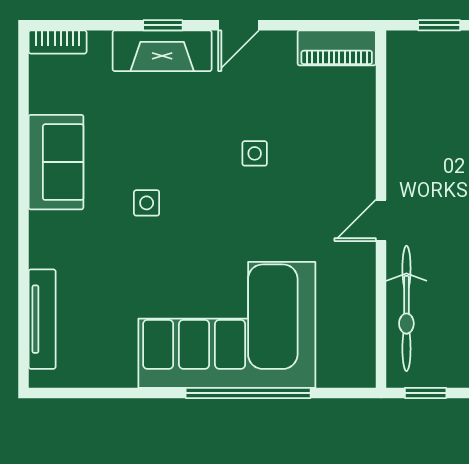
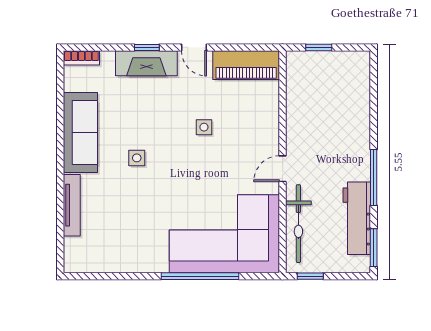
door: (239, 25) -> (194, 47), hinge flipped
piano: (337, 48) -> (246, 65), width x1.37, depth x1.33
sofa: (56, 162) -> (80, 133), width x1.36
tv unit: (42, 319) -> (72, 205), moved
corner sofa: (227, 325) -> (224, 234), moved

